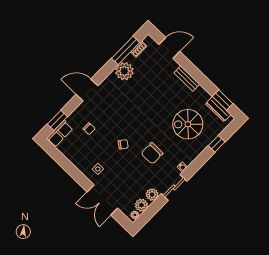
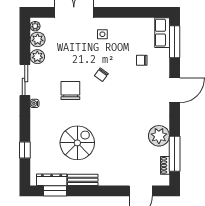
bench: (187, 78) -> (83, 180), moved
window: (57, 120) -> (175, 42), width x1.44
spiral stairs: (188, 124) -> (77, 143), moved

